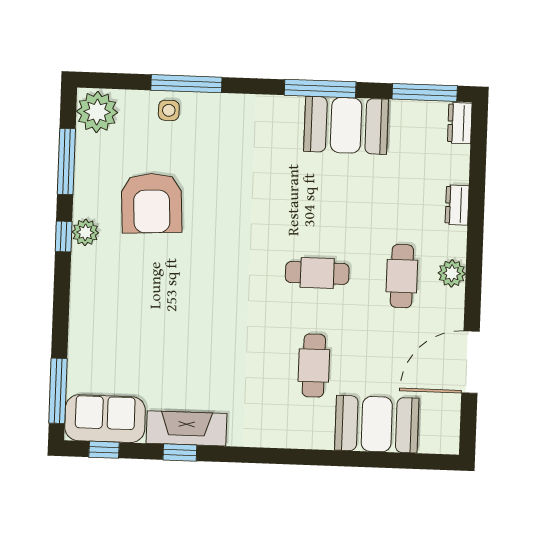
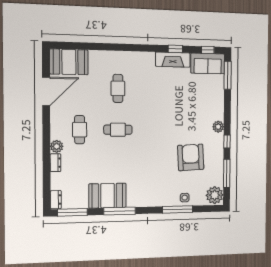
plant: (85, 232) -> (218, 127), moved
plant: (452, 273) -> (57, 146), moved
booth: (377, 424) -> (69, 62), moved

